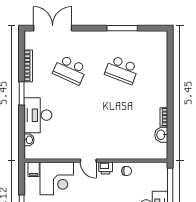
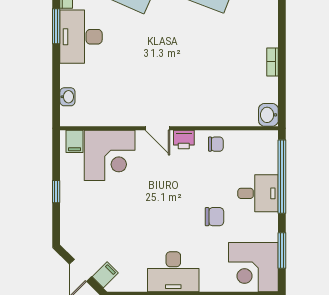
desk: (38, 115) -> (81, 37), moved
washbasin: (161, 135) -> (268, 115), moved

